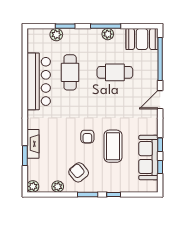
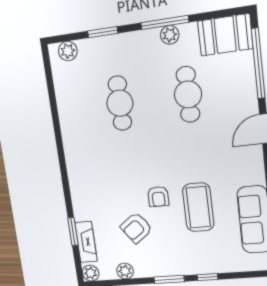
plant: (56, 35) -> (68, 51), moved
cafe table: (115, 72) -> (188, 94), turned 90
bar counter: (39, 81) -> (76, 123), removed
fireplace: (33, 144) -> (86, 242), moved
armchair: (79, 172) -> (136, 228), moved, turned -86

